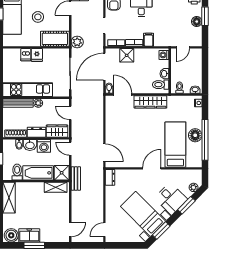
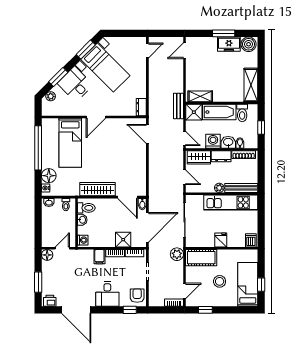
floor lamp: (197, 22) -> (47, 255), moved
dishwasher: (26, 55) -> (251, 240), moved
floor lamp: (195, 135) -> (49, 176), moved

